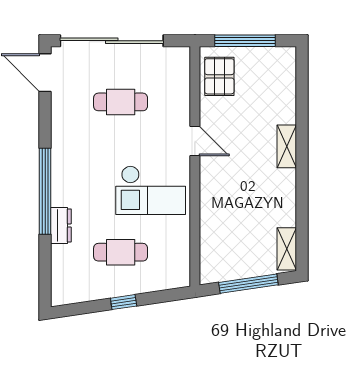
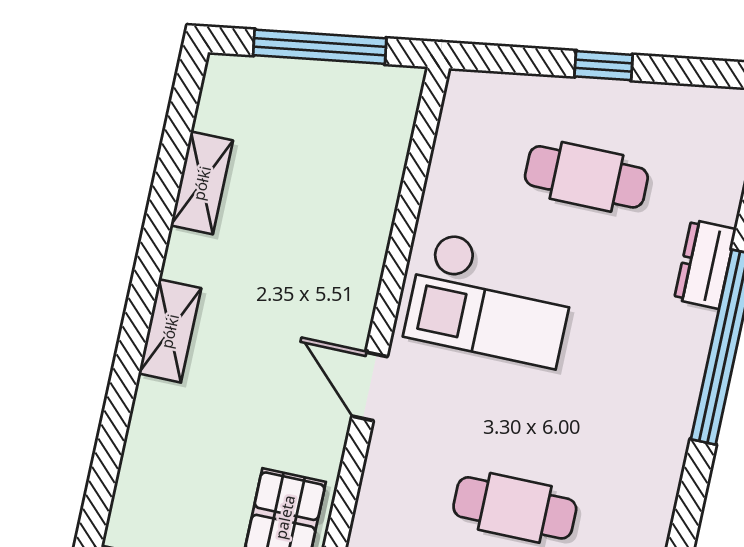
checkout: (151, 190) -> (491, 299), turned 180
shelving: (287, 249) -> (202, 183), moved

